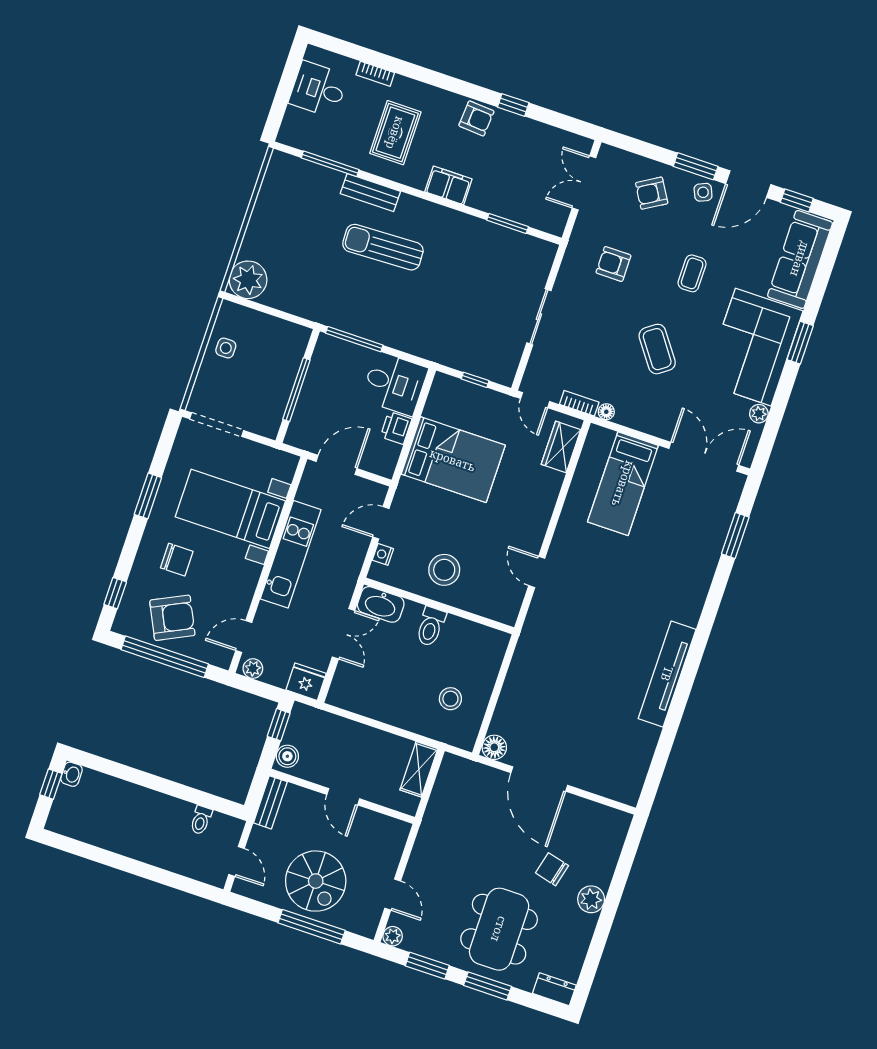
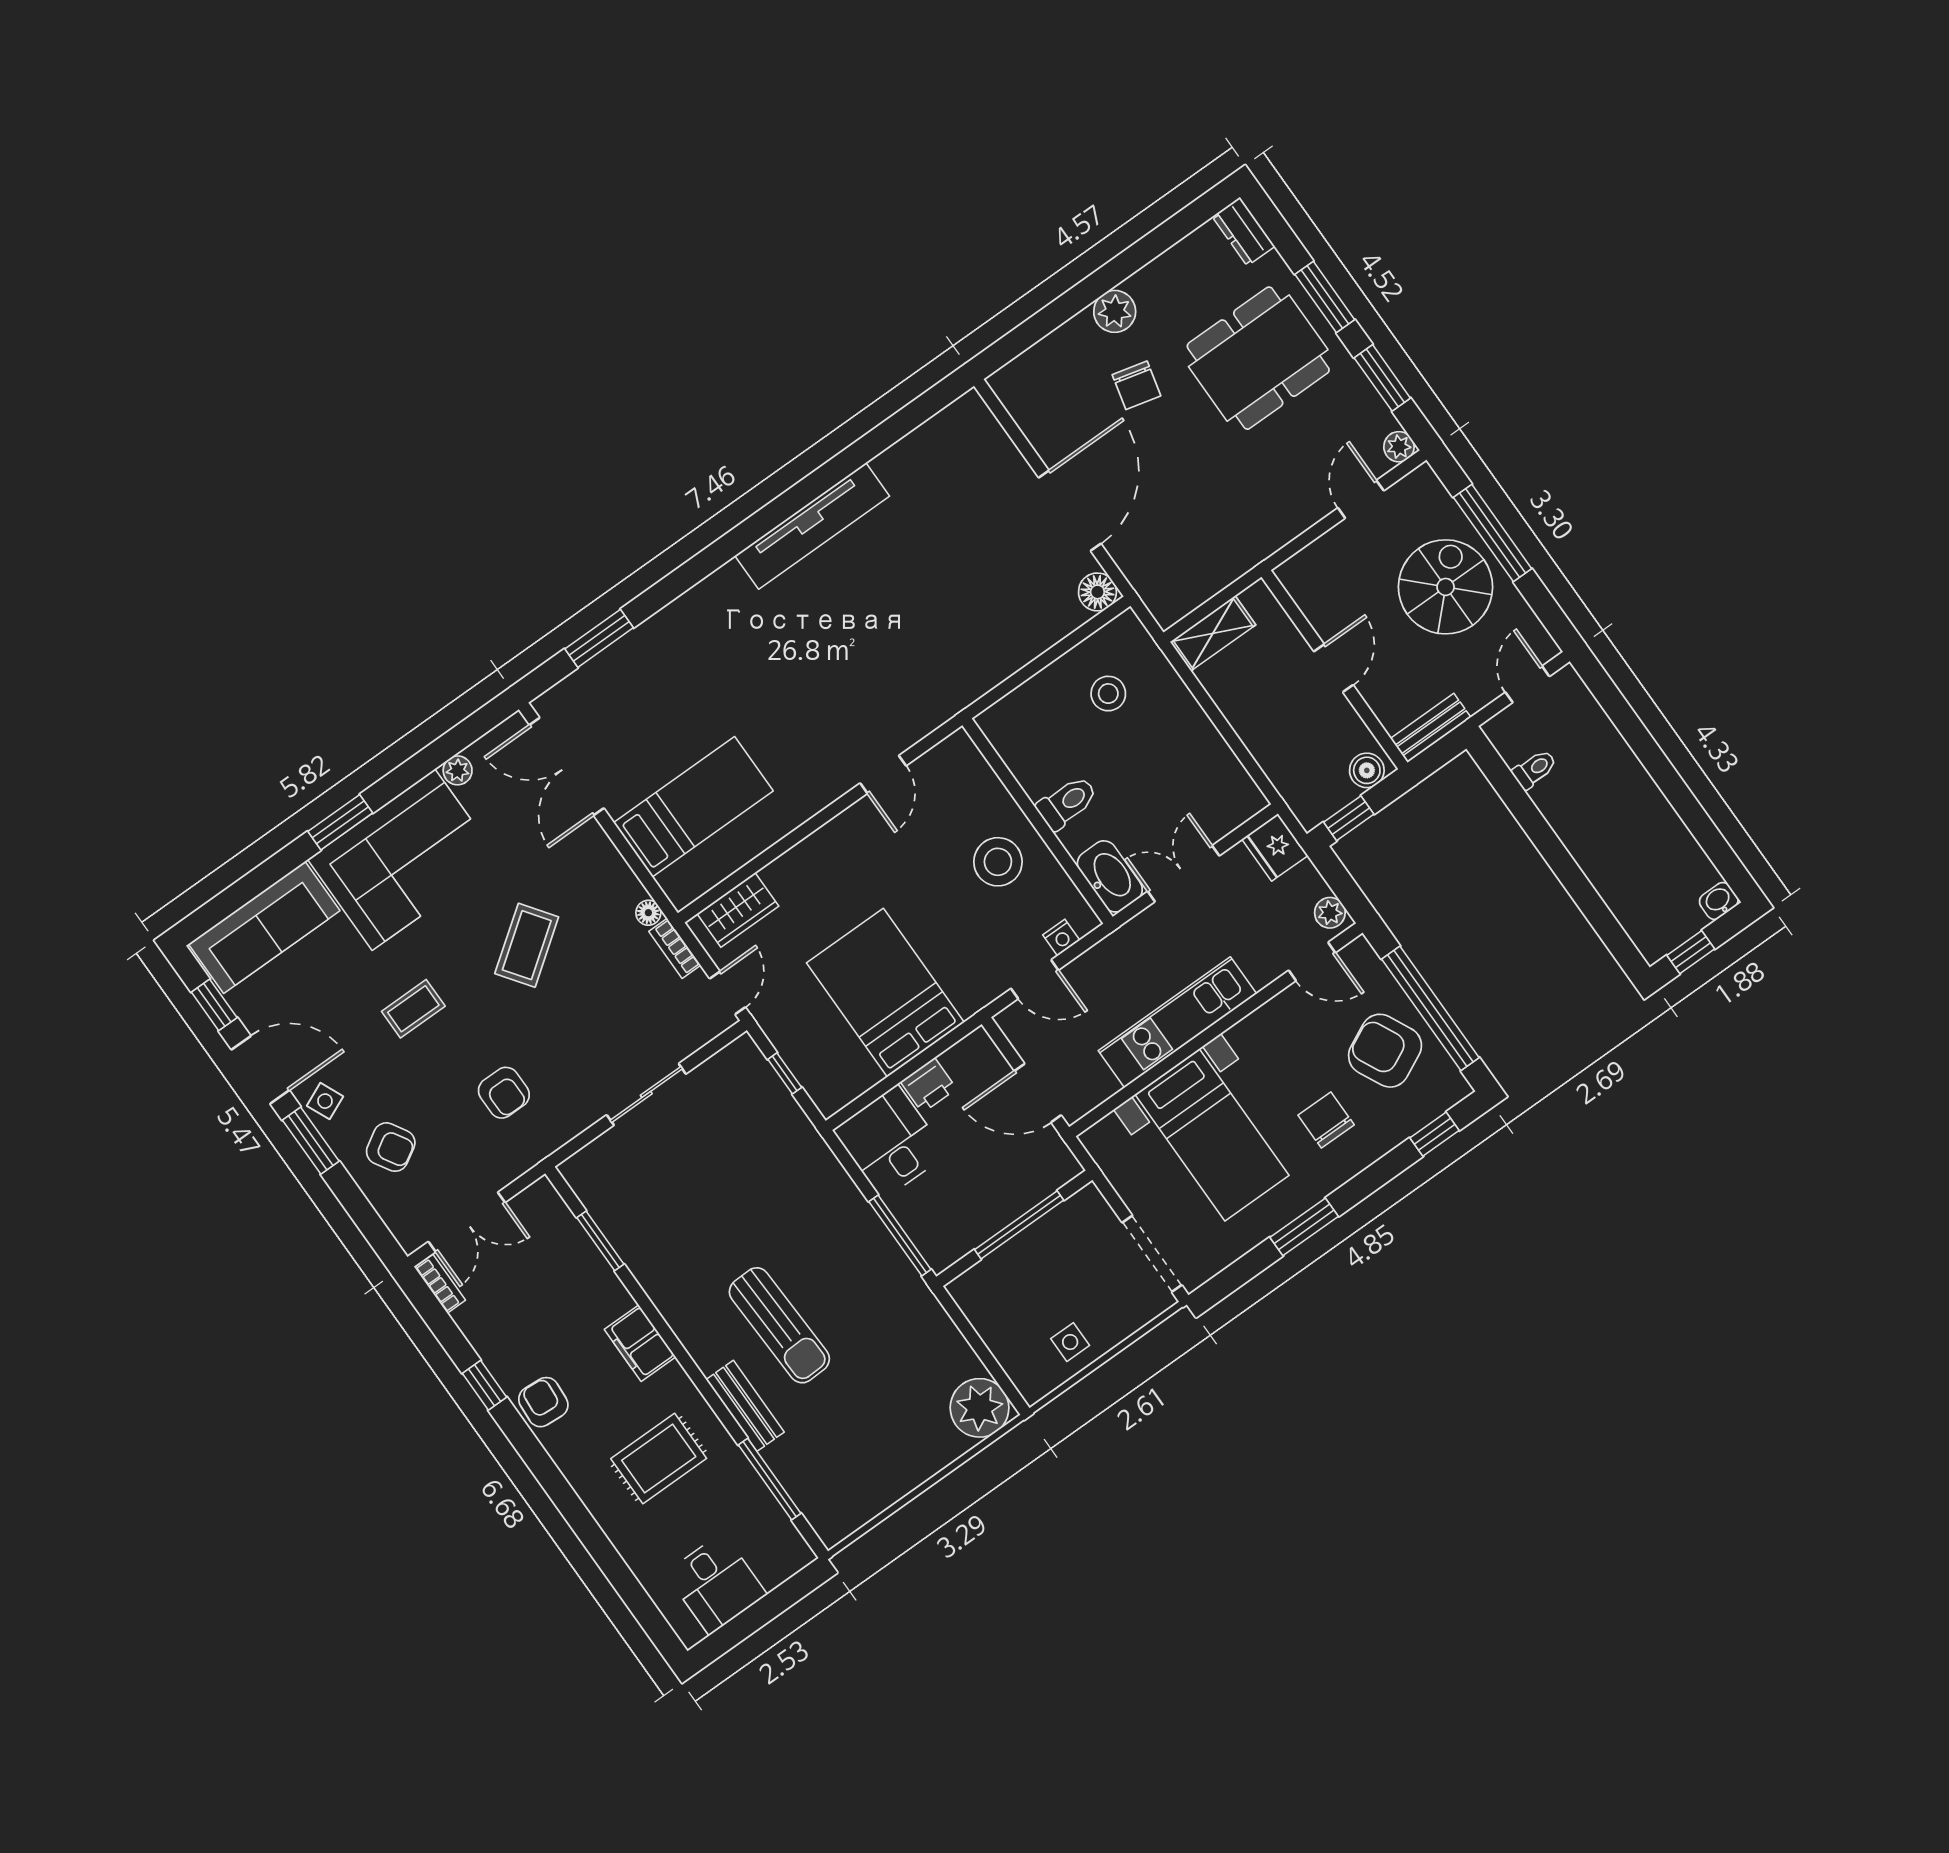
bookcase: (375, 74) -> (440, 1284), moved
washbasin: (71, 774) -> (1719, 901), moved

